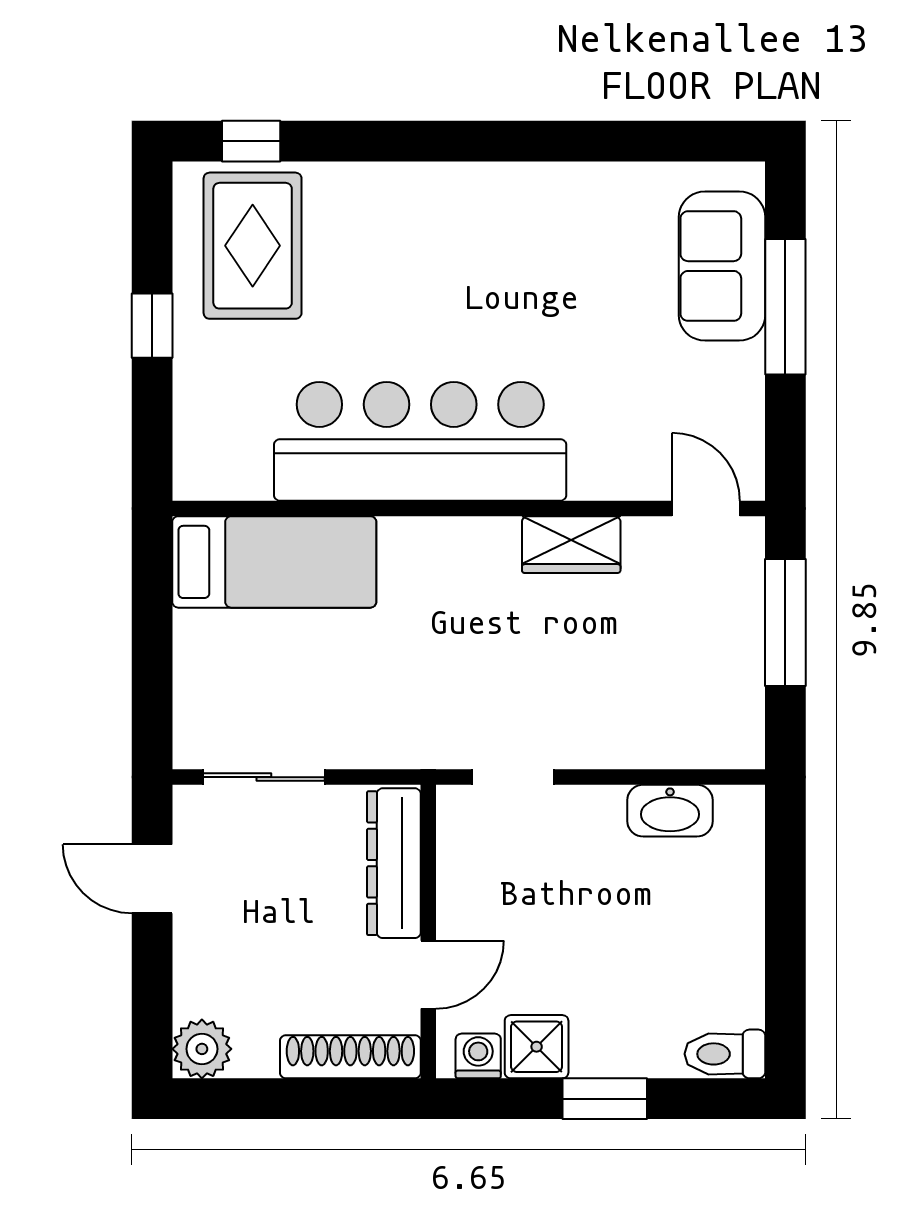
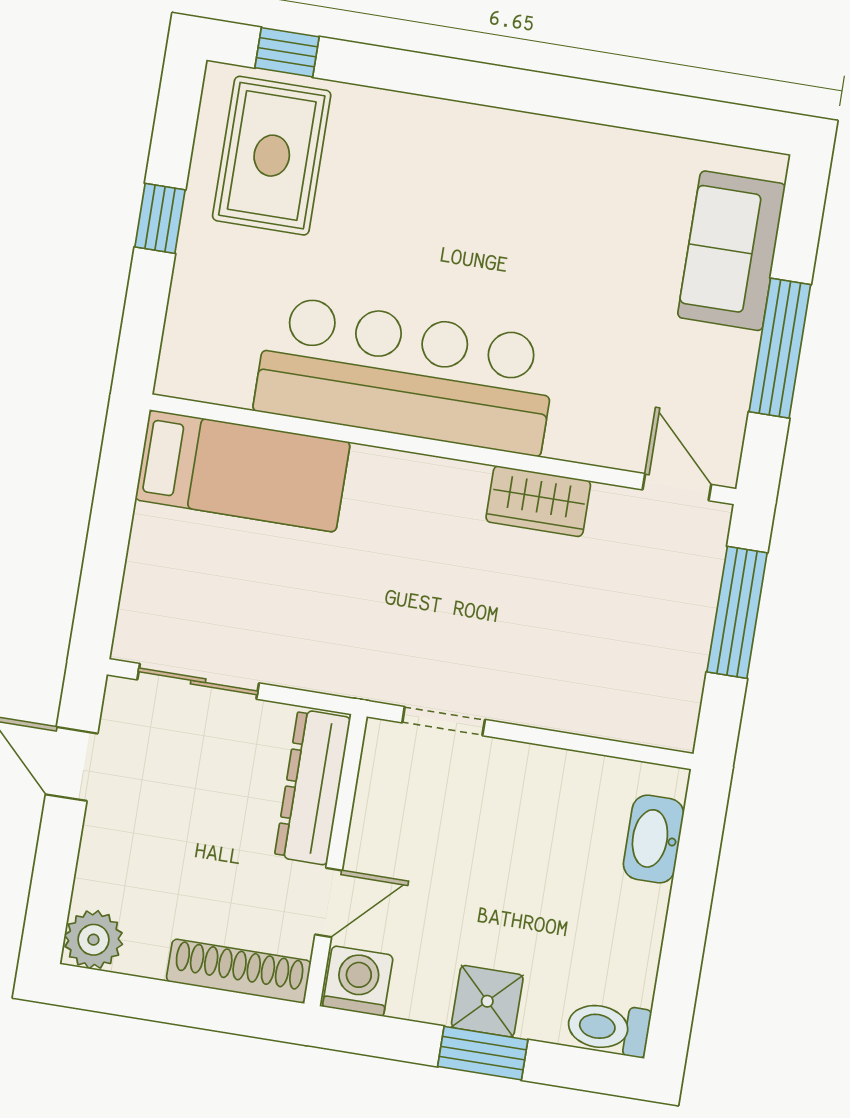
window: (785, 307) -> (780, 348), moved
washbasin: (670, 811) -> (654, 839), moved, turned 90
shower: (537, 1047) -> (487, 1001), moved
washing machine: (478, 1056) -> (358, 981), width x1.38, depth x1.38

